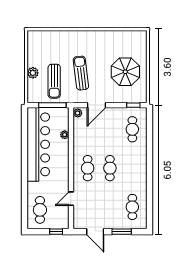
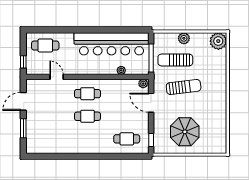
plant: (36, 39) -> (218, 41), added
cafe table: (132, 207) -> (48, 139), removed

